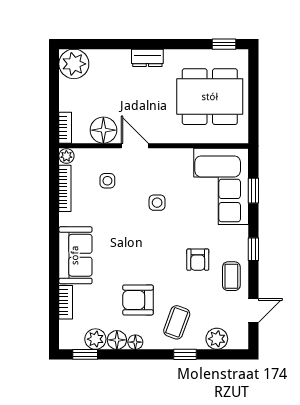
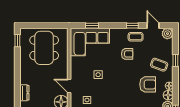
dresser: (147, 58) -> (24, 93), moved
door: (135, 146) -> (69, 86), hinge flipped
window: (253, 249) -> (132, 26), moved
armchair: (138, 300) -> (148, 84), turned -90
plant: (217, 339) -> (167, 34), moved

